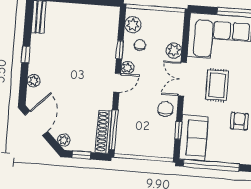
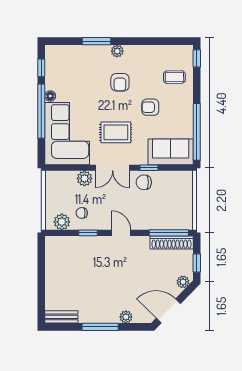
window: (26, 54) -> (100, 327), width x2.17
plant: (127, 68) -> (105, 224), removed
window: (178, 130) -> (149, 168), moved

